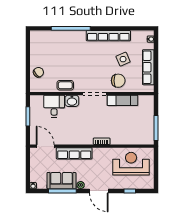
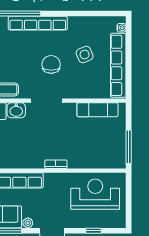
row of seats: (108, 36) -> (38, 23), moved
row of seats: (148, 67) -> (118, 65), width x1.36
chair: (118, 81) -> (51, 64), moved, turned -90
exam couch: (123, 100) -> (97, 110), moved

